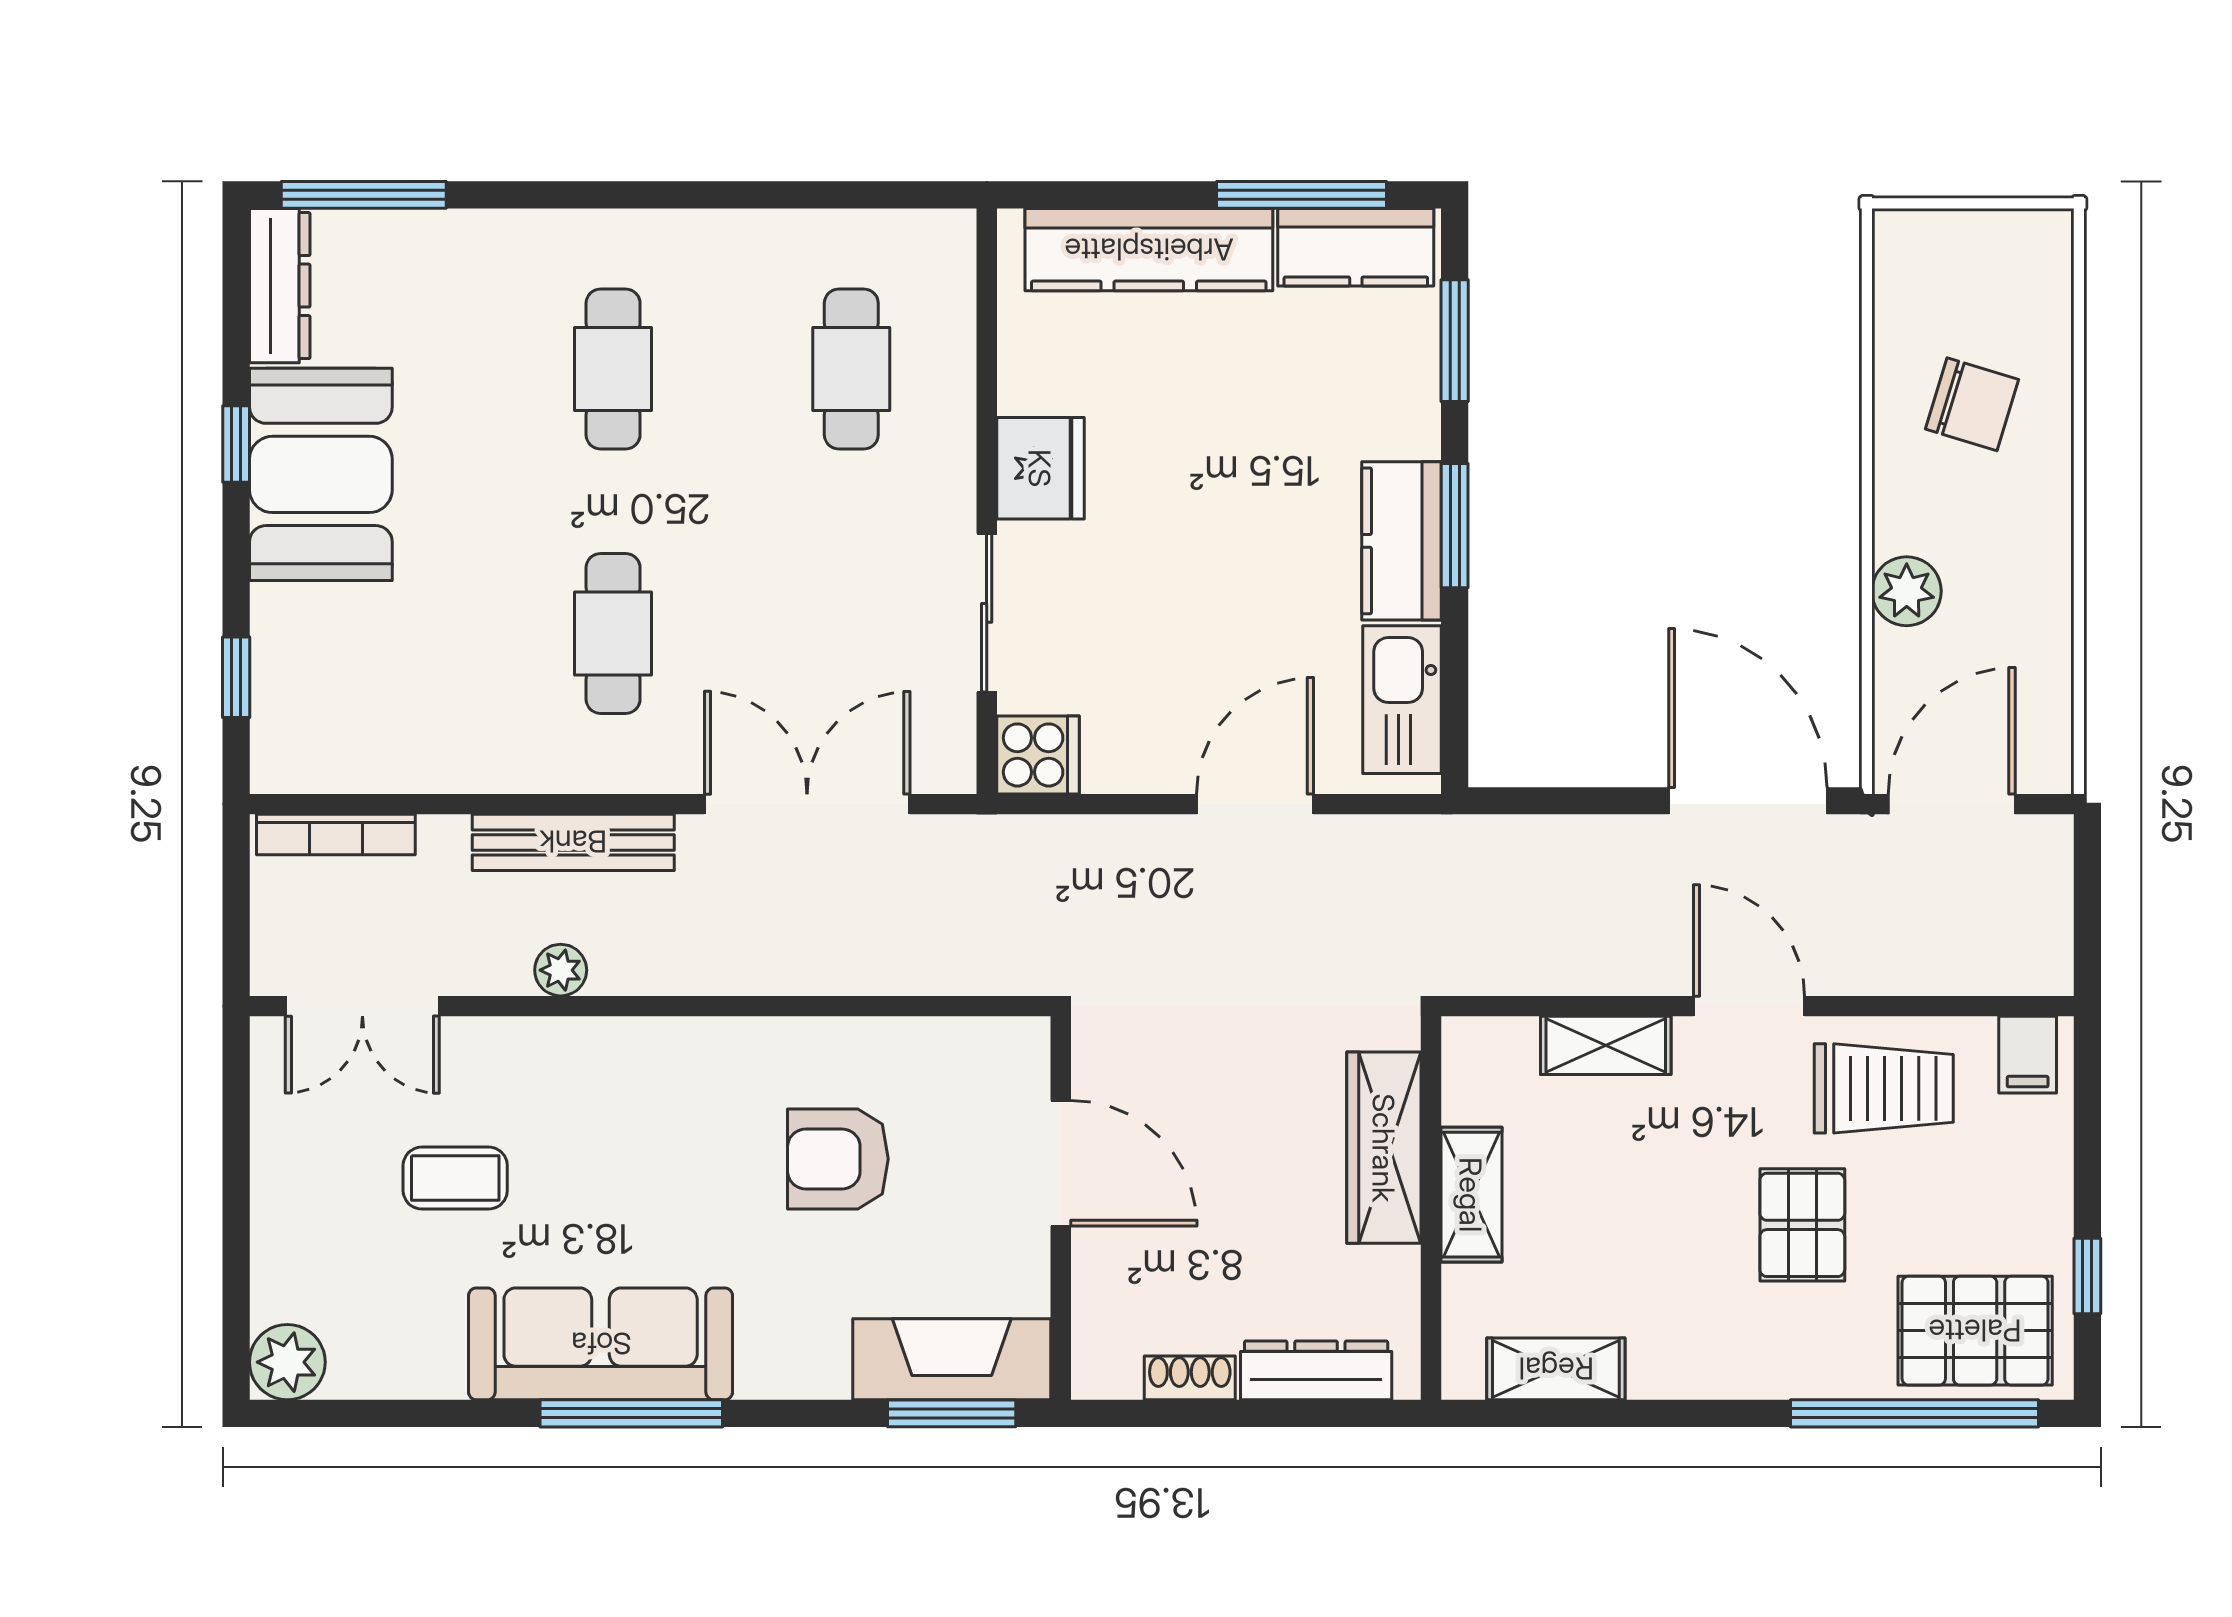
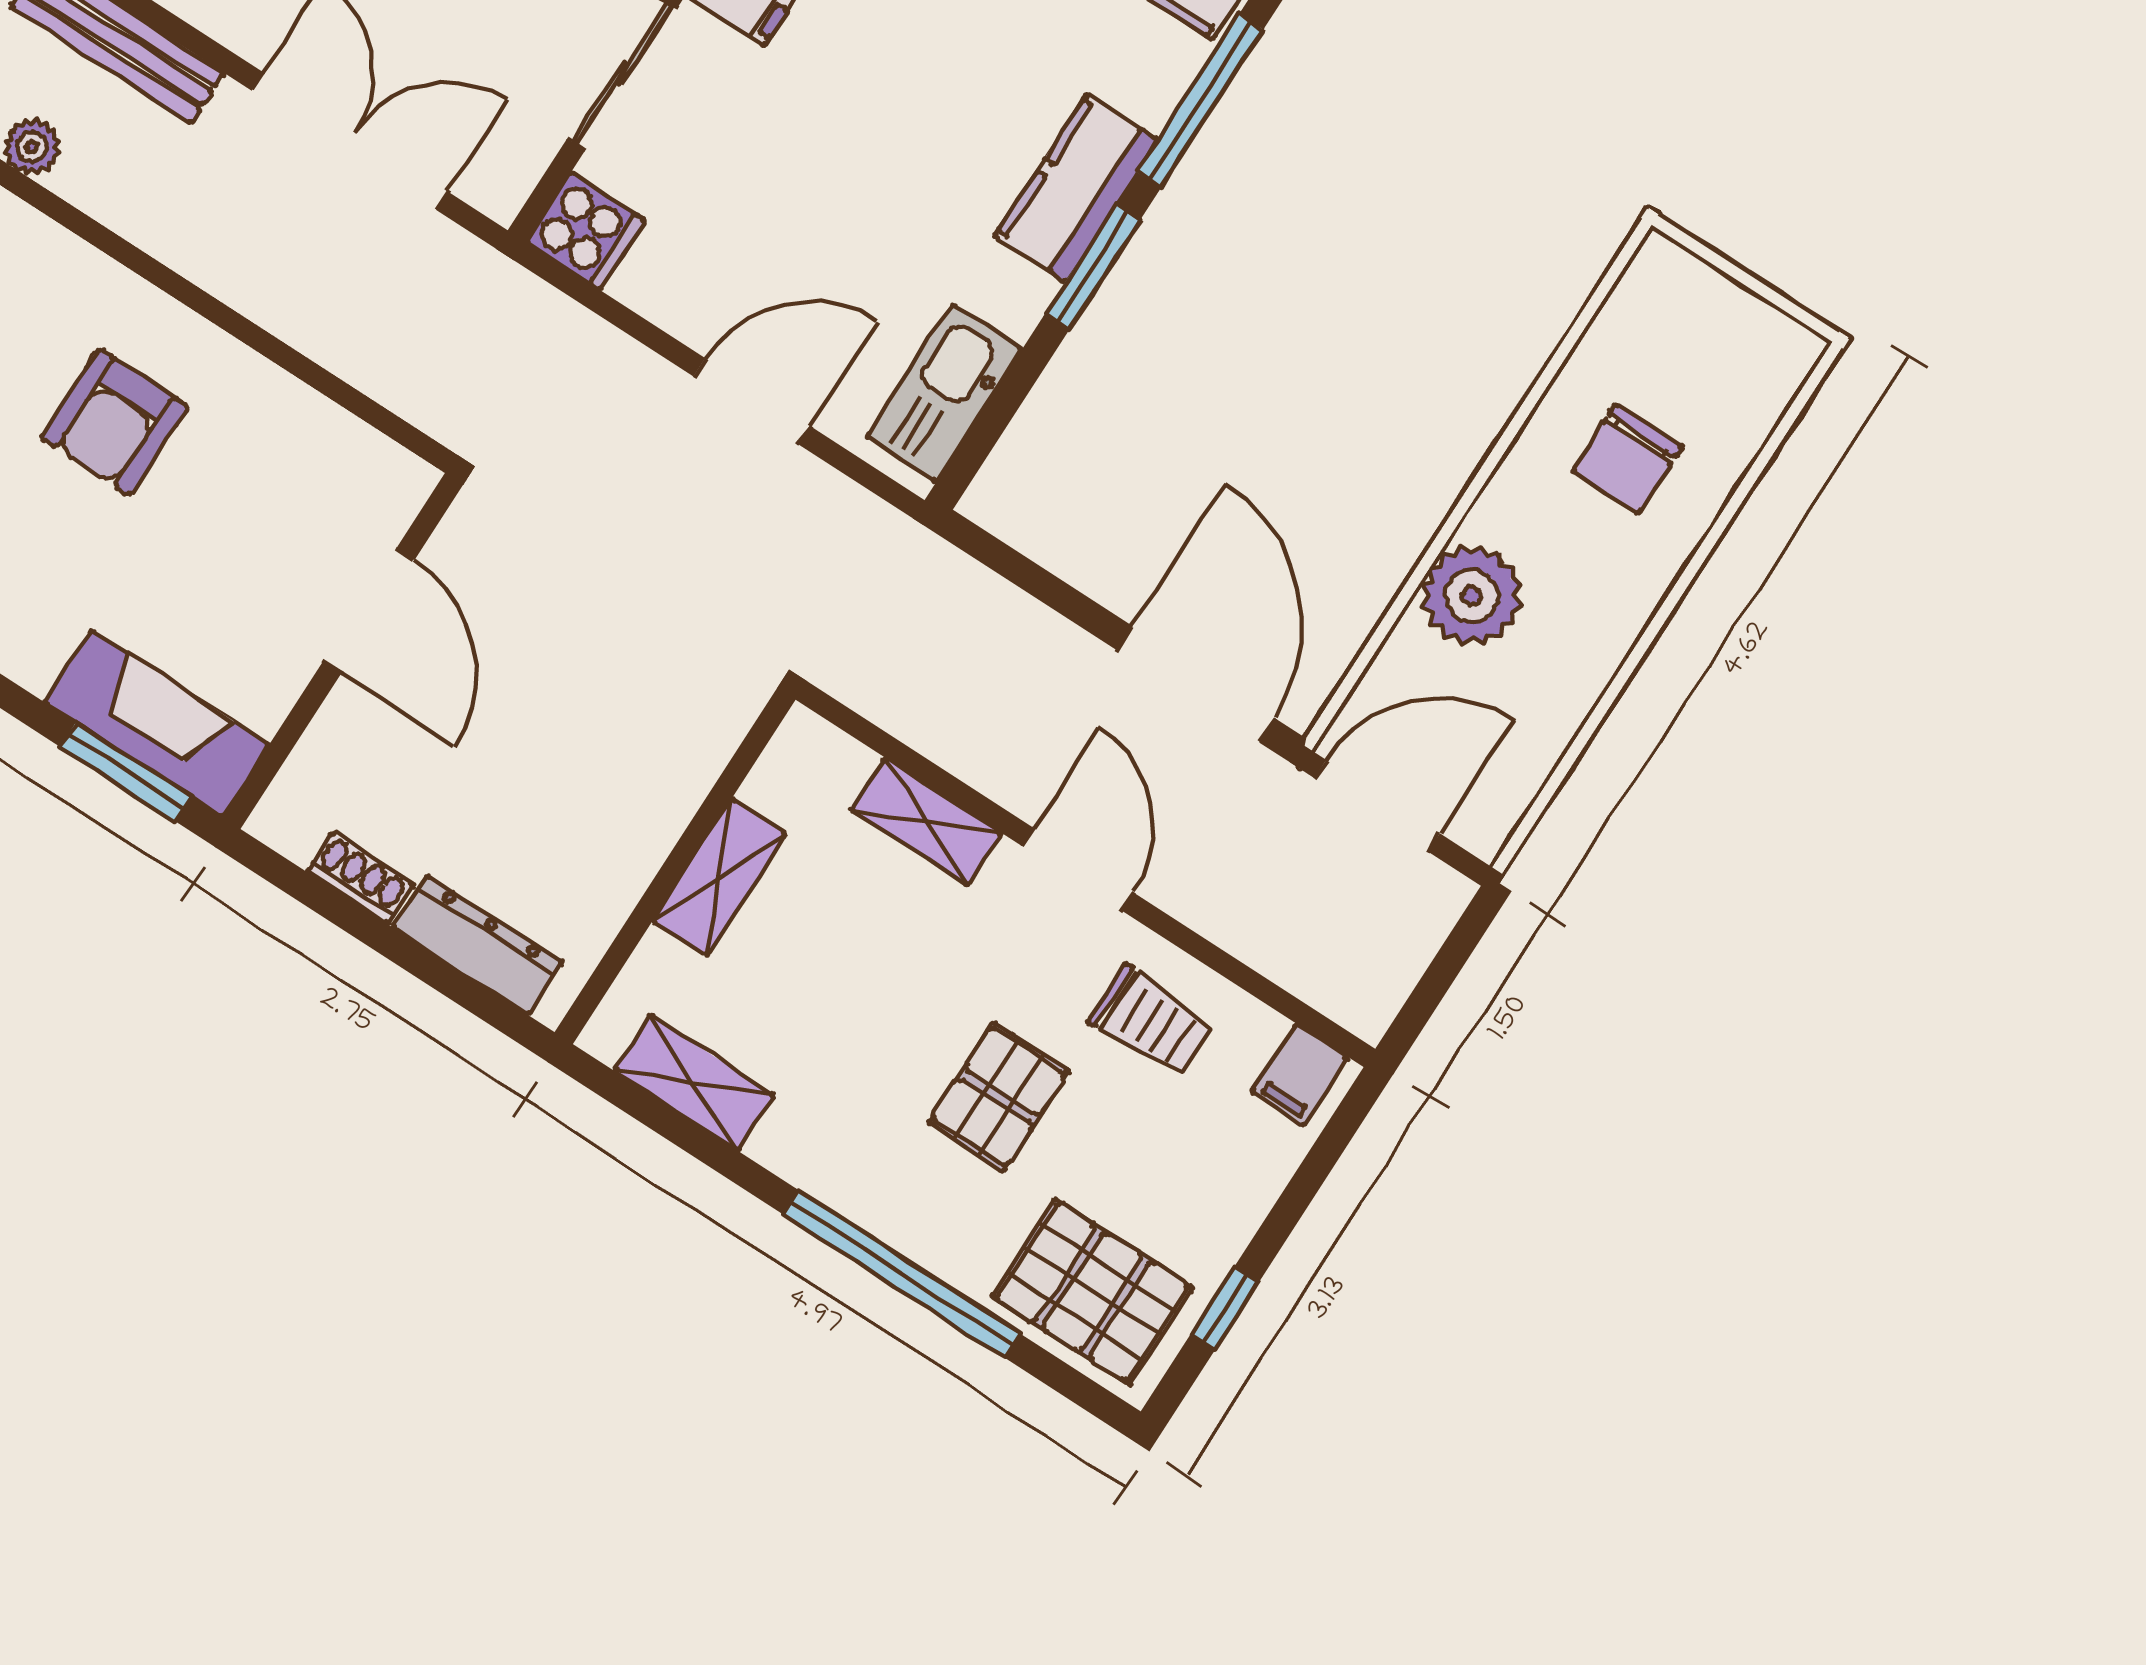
window: (1455, 341) -> (1200, 101), width x1.44
chair: (1972, 404) -> (1628, 459), turned 73
kitchen counter: (1401, 541) -> (1076, 188), moved
plant: (1907, 591) -> (1472, 596), width x1.36, depth x1.36
trolley: (1884, 1088) -> (1151, 1021), width x0.73, depth x0.72
wardrobe: (1384, 1148) -> (668, 784), removed
armchair: (838, 1159) -> (114, 422), moved, turned -90
window: (1915, 1413) -> (902, 1274), moved

